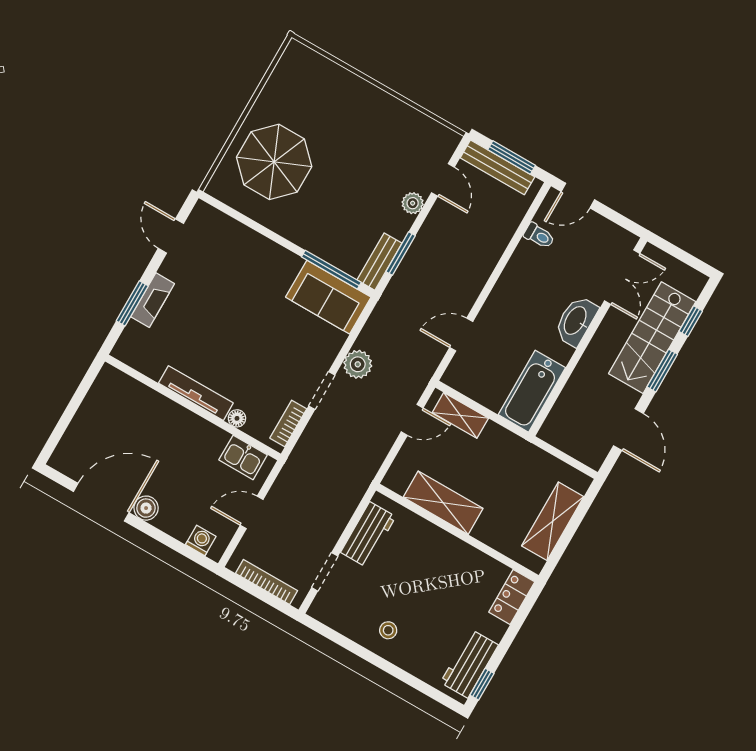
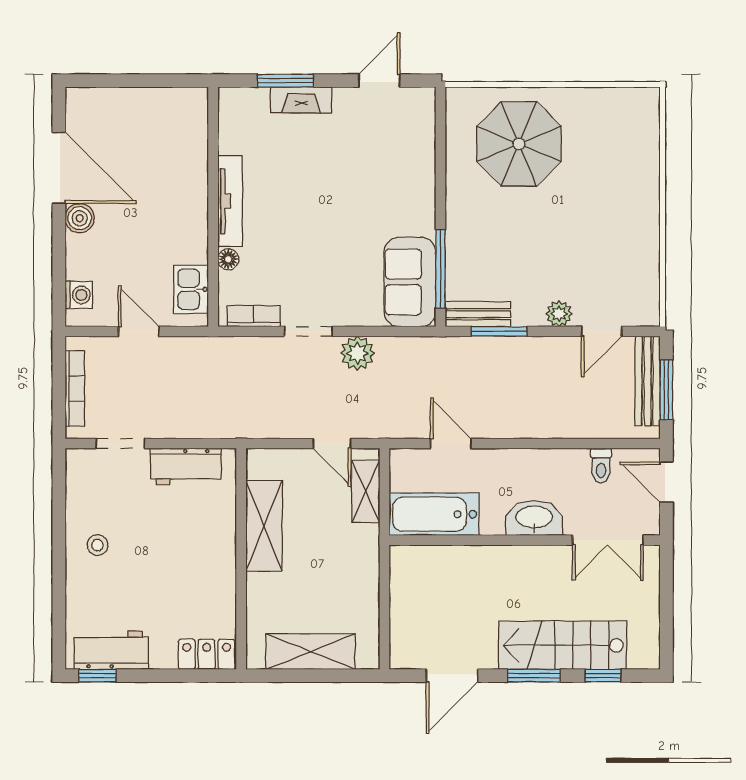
double door: (622, 277) -> (608, 540), moved
washbasin: (576, 321) -> (534, 518), moved
wall: (588, 337) -> (525, 540), moved
bathtub: (532, 391) -> (434, 514), moved

